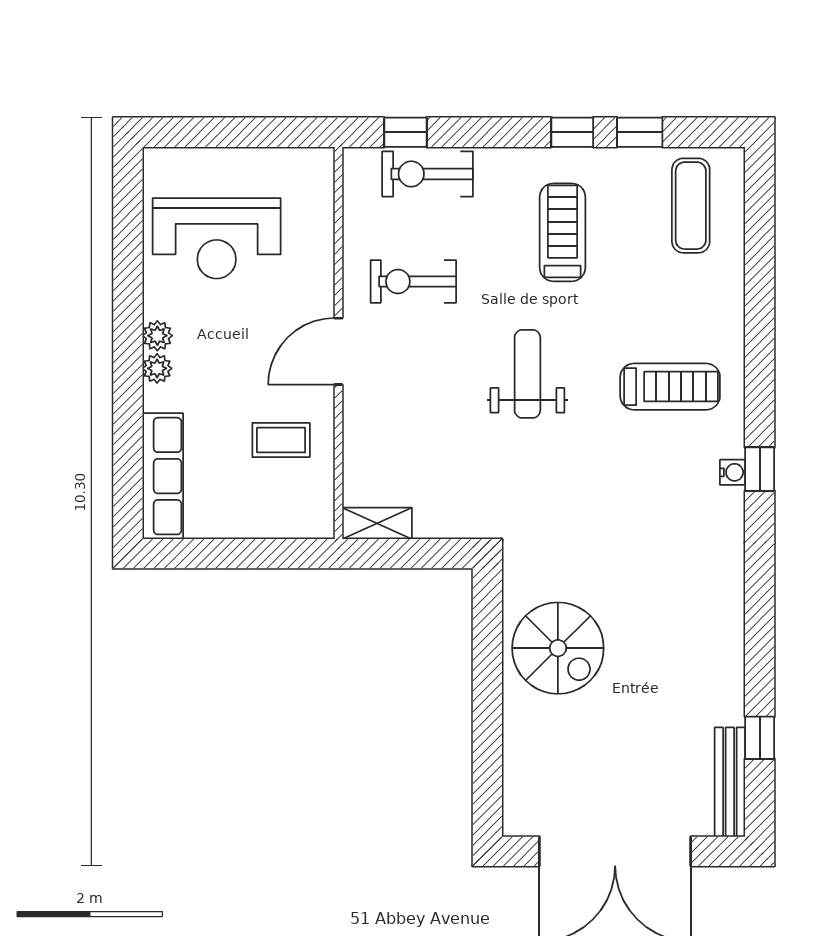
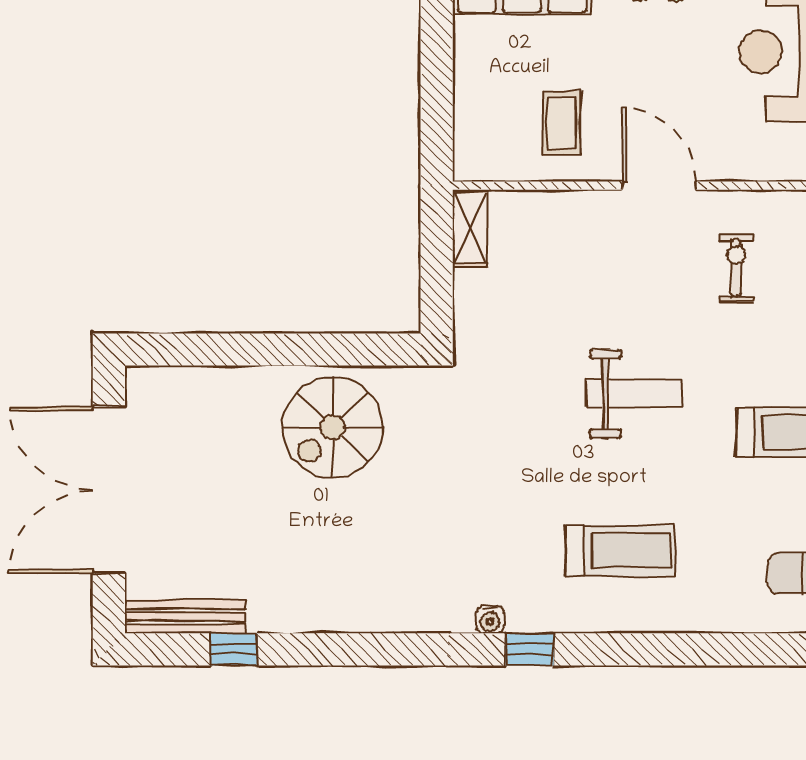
exercise bike: (413, 281) -> (736, 268), width x0.73, depth x0.72
treadmill: (670, 387) -> (620, 551), turned -90
water cooler: (733, 472) -> (490, 619), moved

